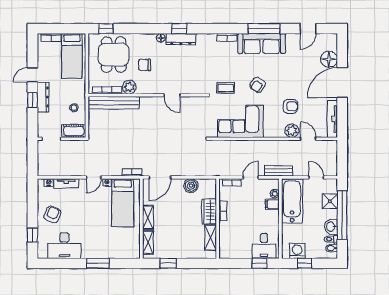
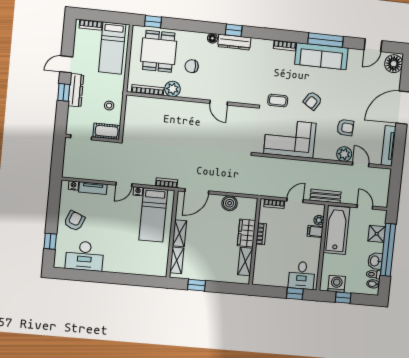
floor lamp: (329, 59) -> (394, 64), moved
bench: (114, 103) -> (154, 104), removed
window: (98, 263) -> (120, 279), removed

